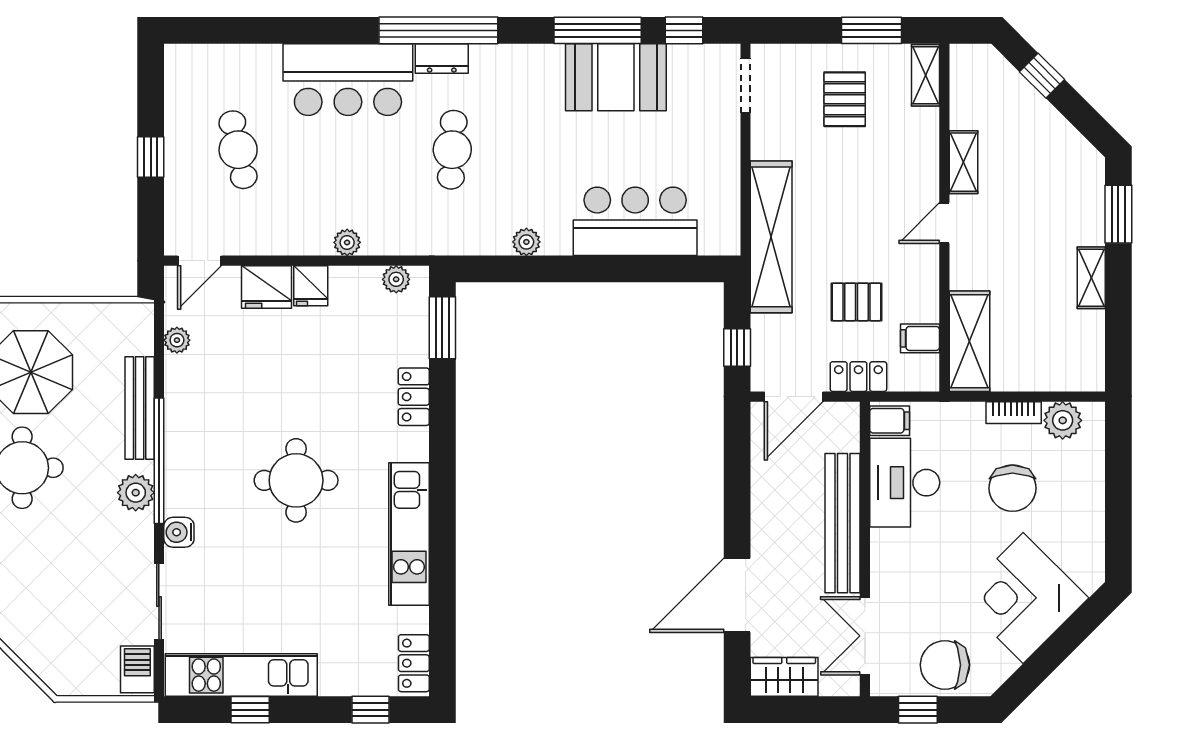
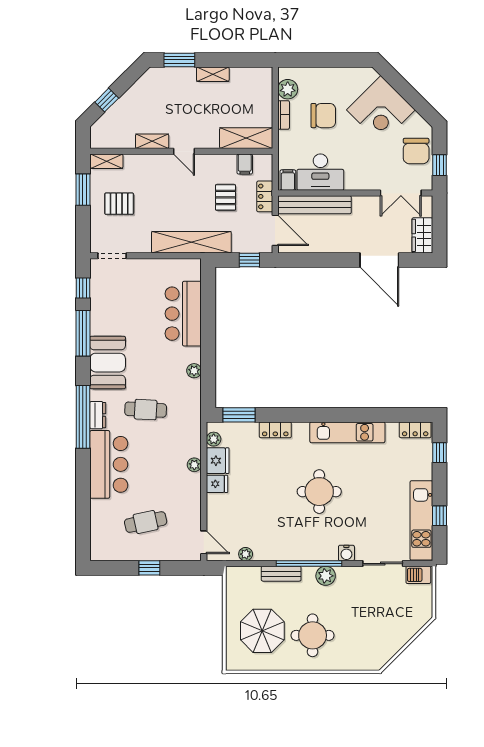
booth: (616, 77) -> (108, 363), moved
fridge: (266, 287) -> (218, 461), moved
bench: (140, 408) -> (281, 574), width x0.73
bench: (842, 523) -> (314, 205), moved

